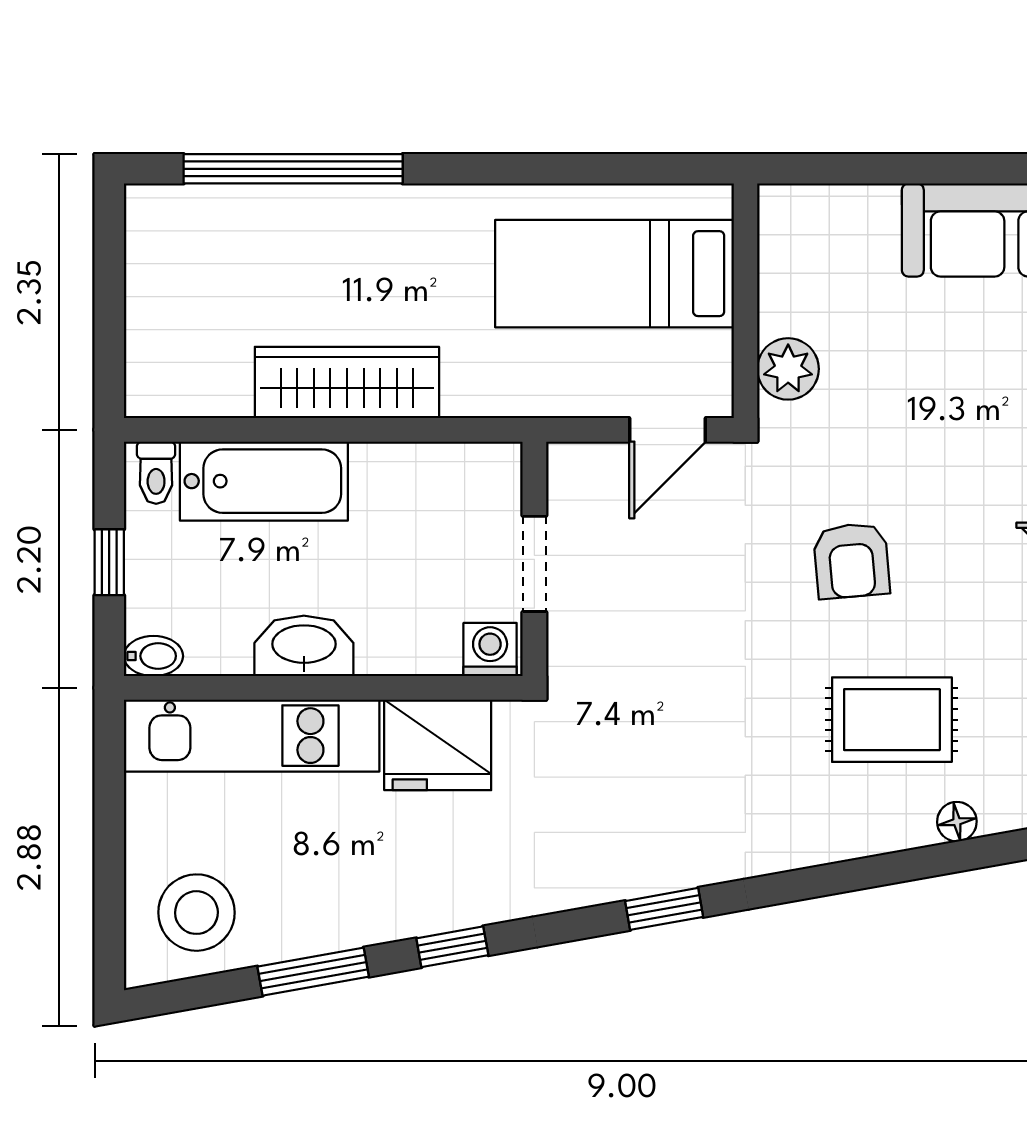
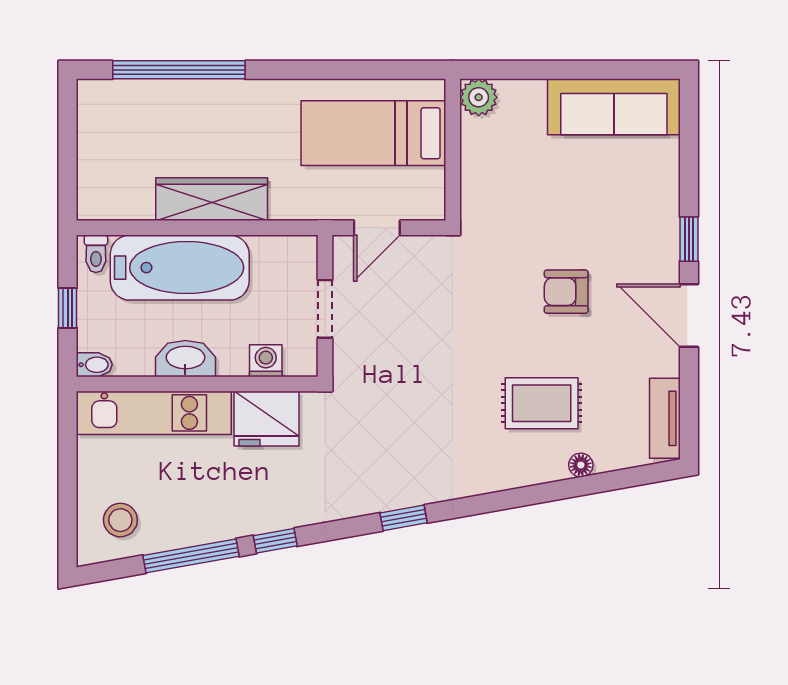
plant: (788, 369) -> (479, 97), moved
door: (668, 430) -> (377, 228), moved
bathtub: (264, 481) -> (180, 268), width x1.36, depth x1.36
armchair: (851, 561) -> (566, 292), moved, turned 95
washing machine: (490, 650) -> (266, 361), moved
stool: (196, 913) -> (120, 520), width x0.73, depth x0.73
window: (313, 972) -> (191, 556), width x1.44

